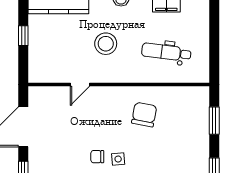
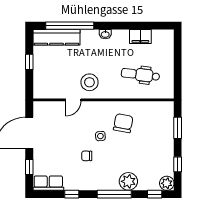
stool: (106, 44) -> (89, 82), moved
side table: (118, 159) -> (100, 136), moved

